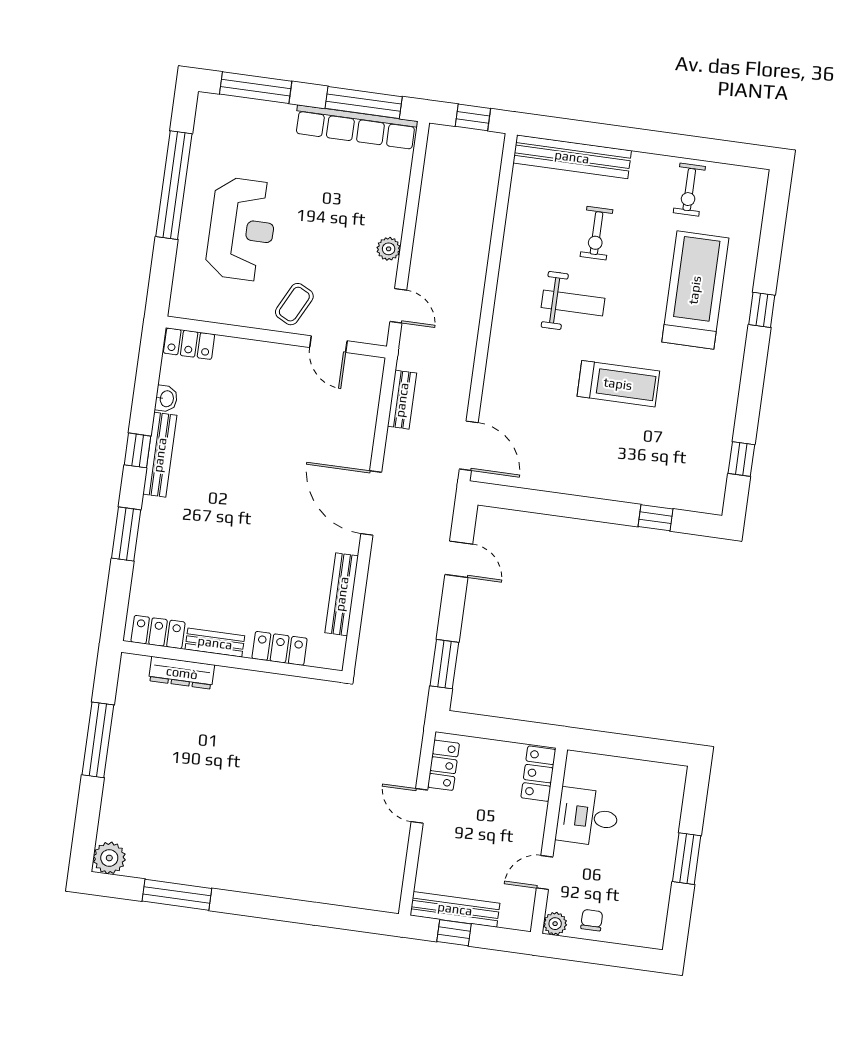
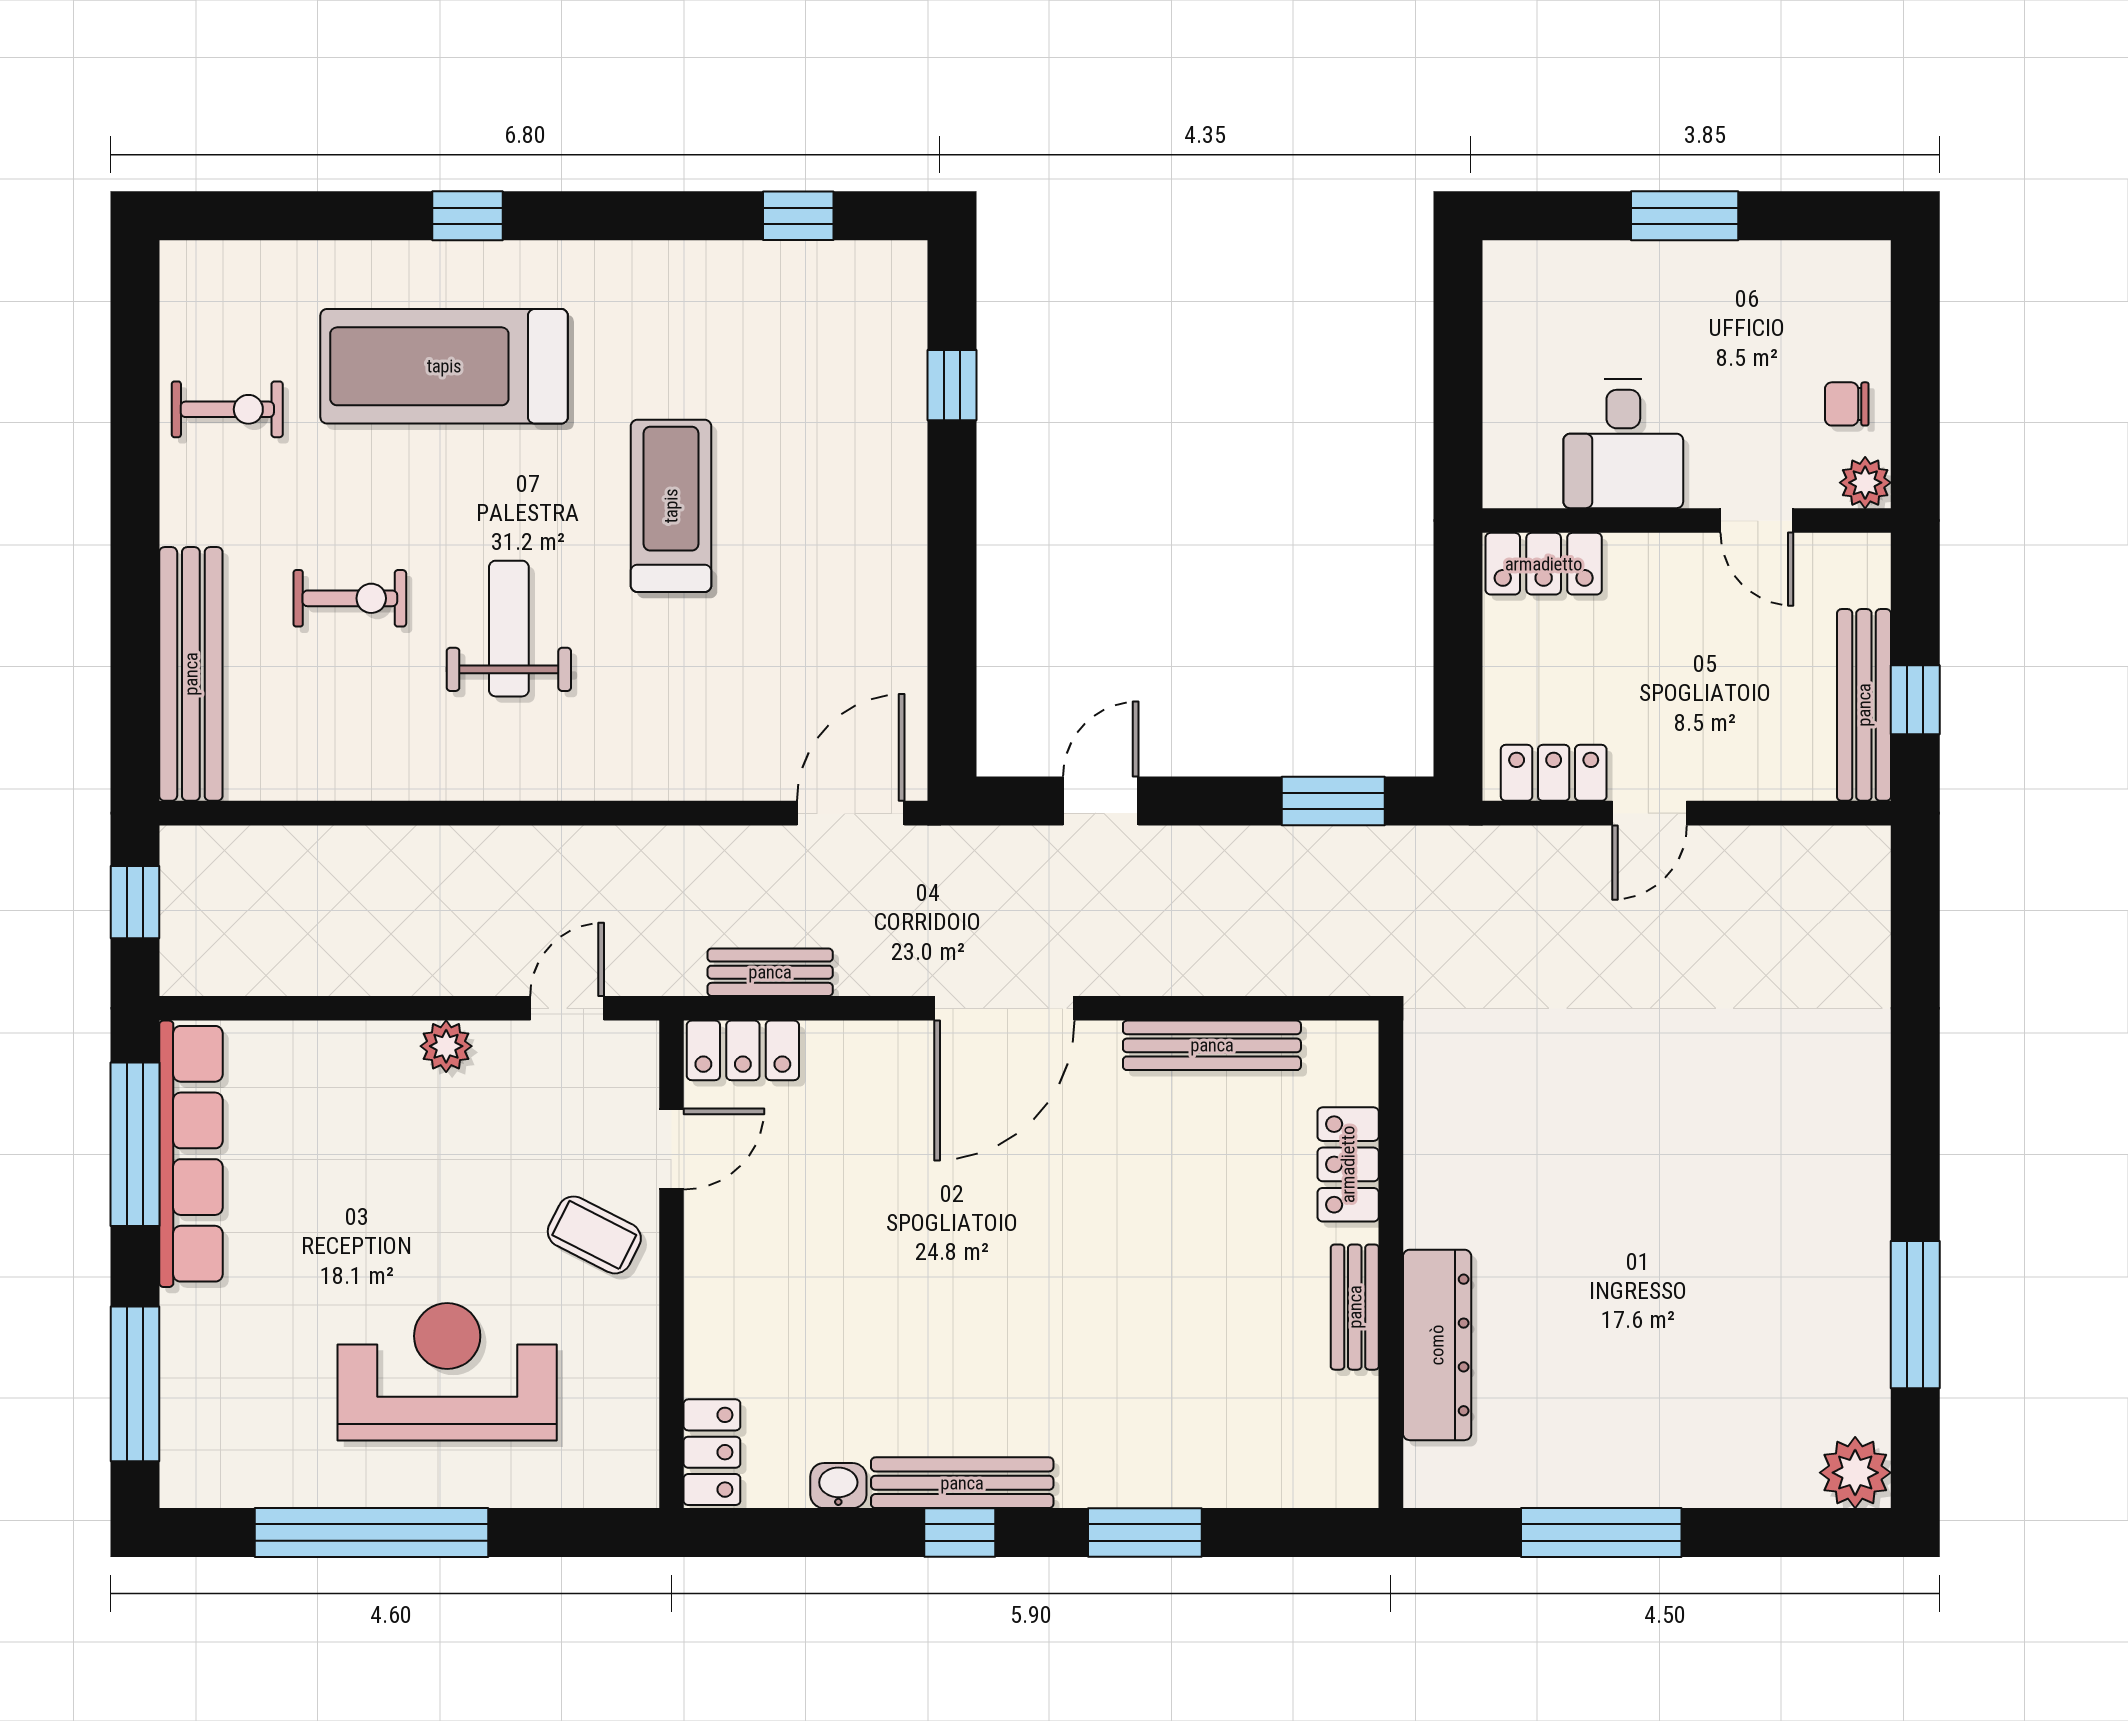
locker: (158, 632) -> (743, 1050), moved, turned -90
dresser: (182, 673) -> (1437, 1345), width x1.37, depth x1.24

